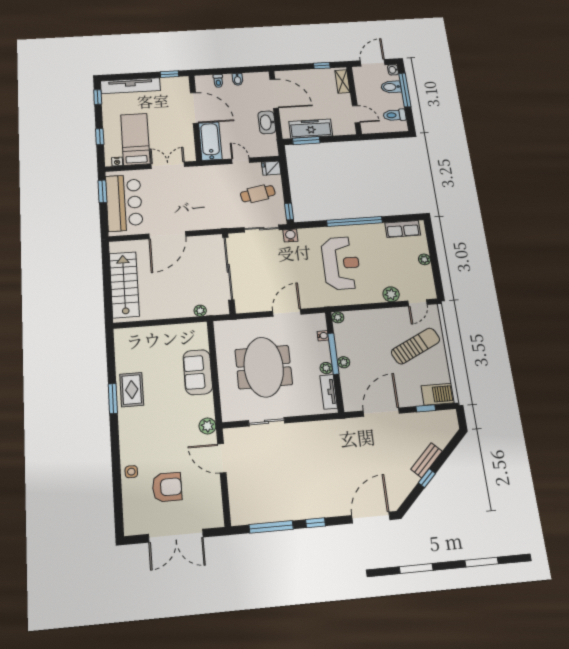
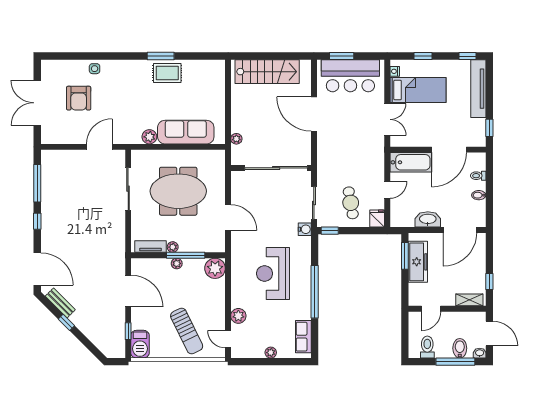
window: (102, 191) -> (342, 56), moved
reception desk: (341, 263) -> (273, 273), turned 90
plant: (338, 317) -> (215, 268), width x1.88, depth x1.88
water cooler: (323, 336) -> (203, 248), removed
sofa: (198, 372) -> (186, 132), width x1.36
sliding door: (267, 422) -> (128, 189), width x1.37
plant: (208, 426) -> (149, 137), moved
bench: (427, 460) -> (60, 303), moved

